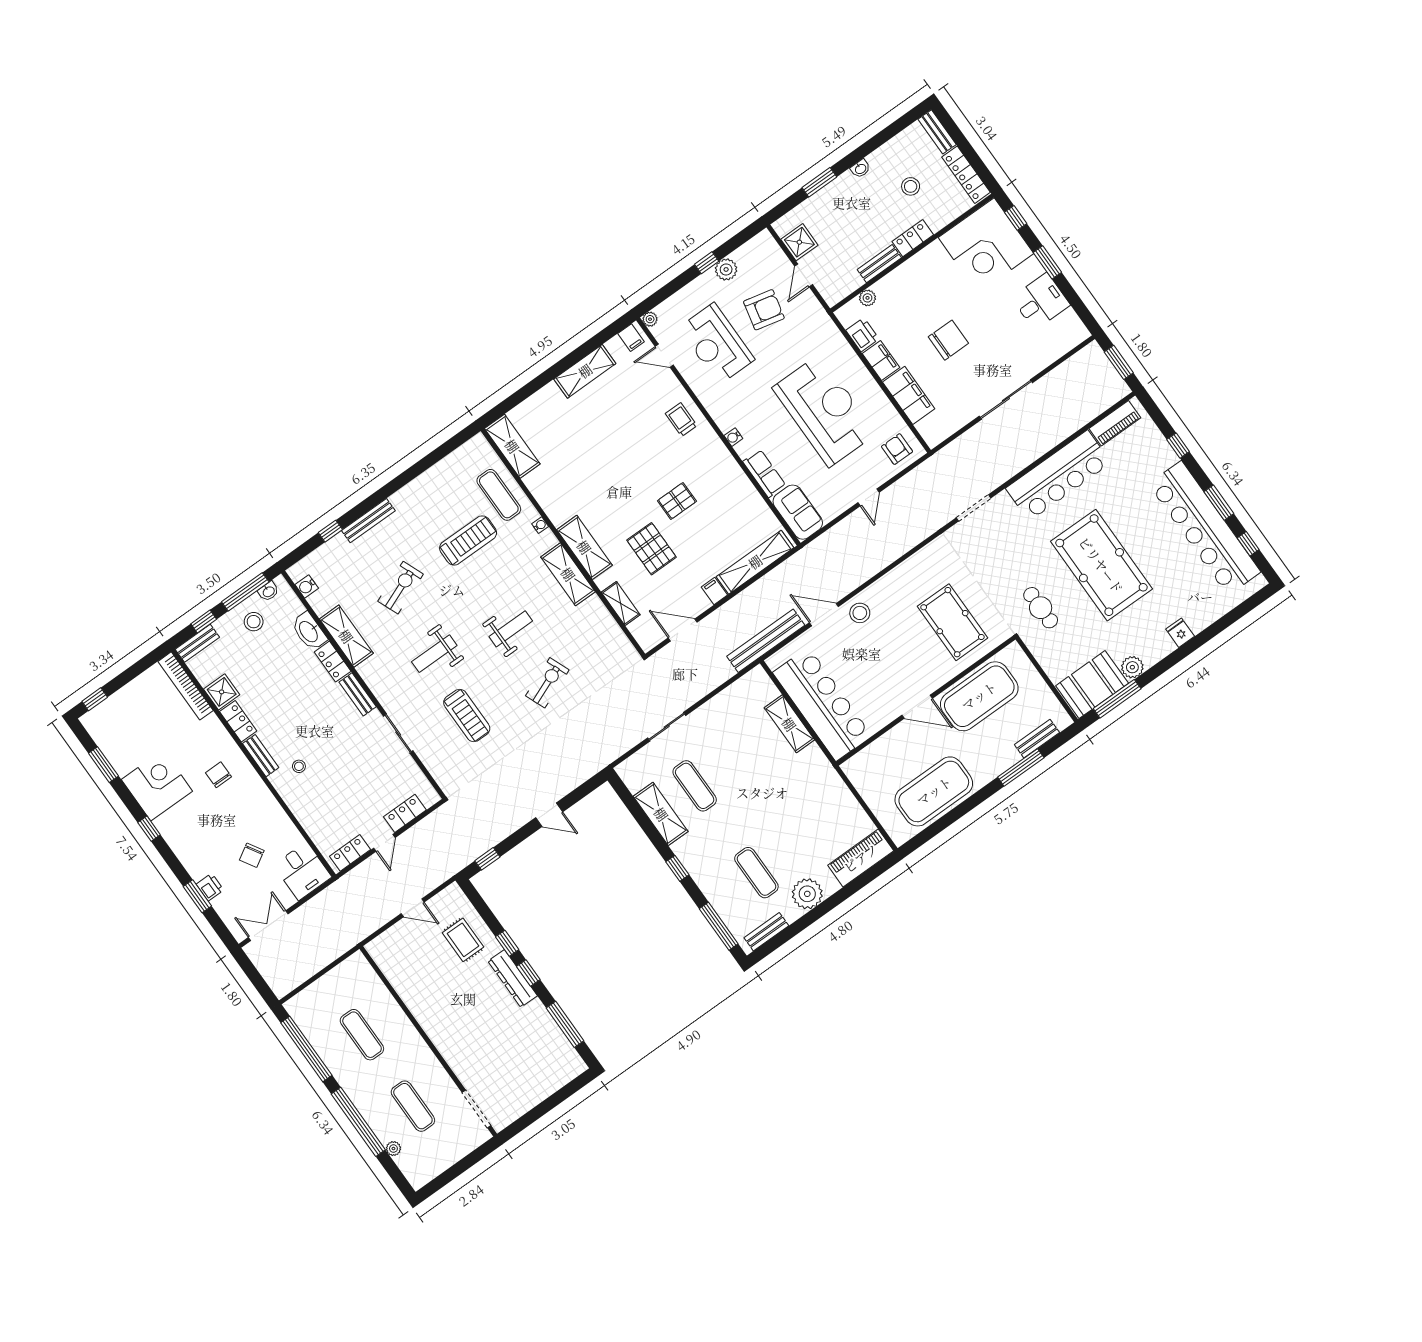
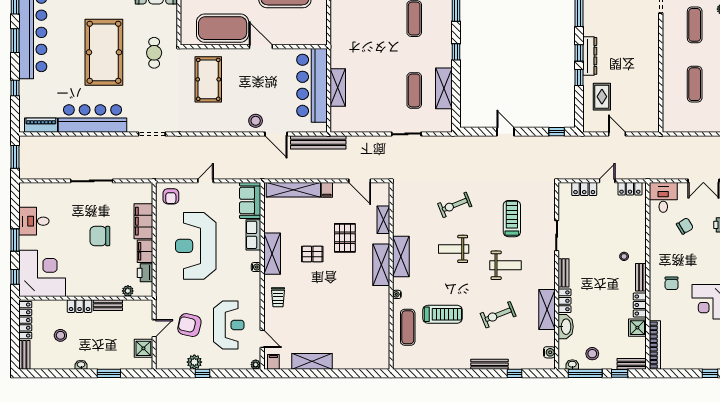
shelving: (512, 446) -> (272, 254), moved
treadmill: (468, 540) -> (443, 314), turned 180

